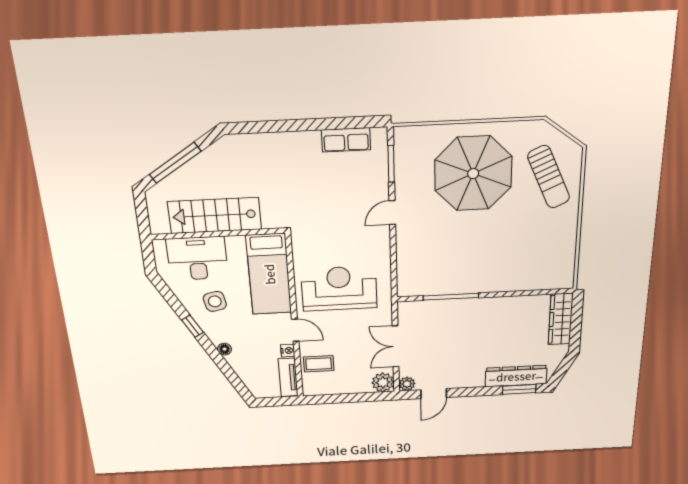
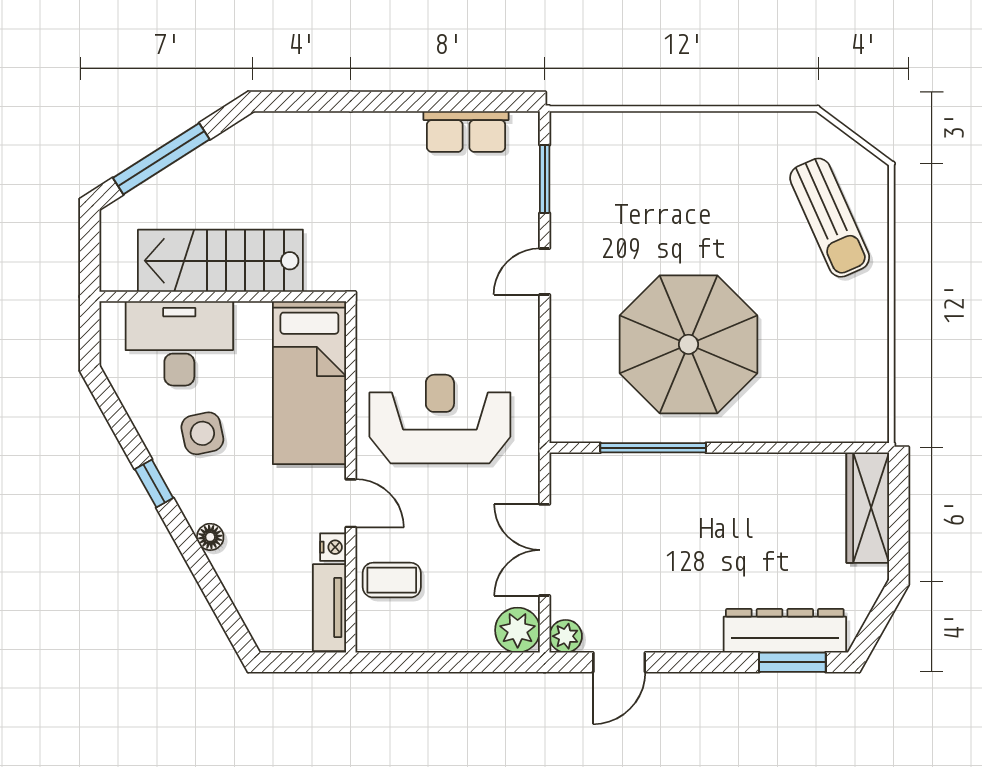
parasol: (473, 174) -> (689, 344), moved

